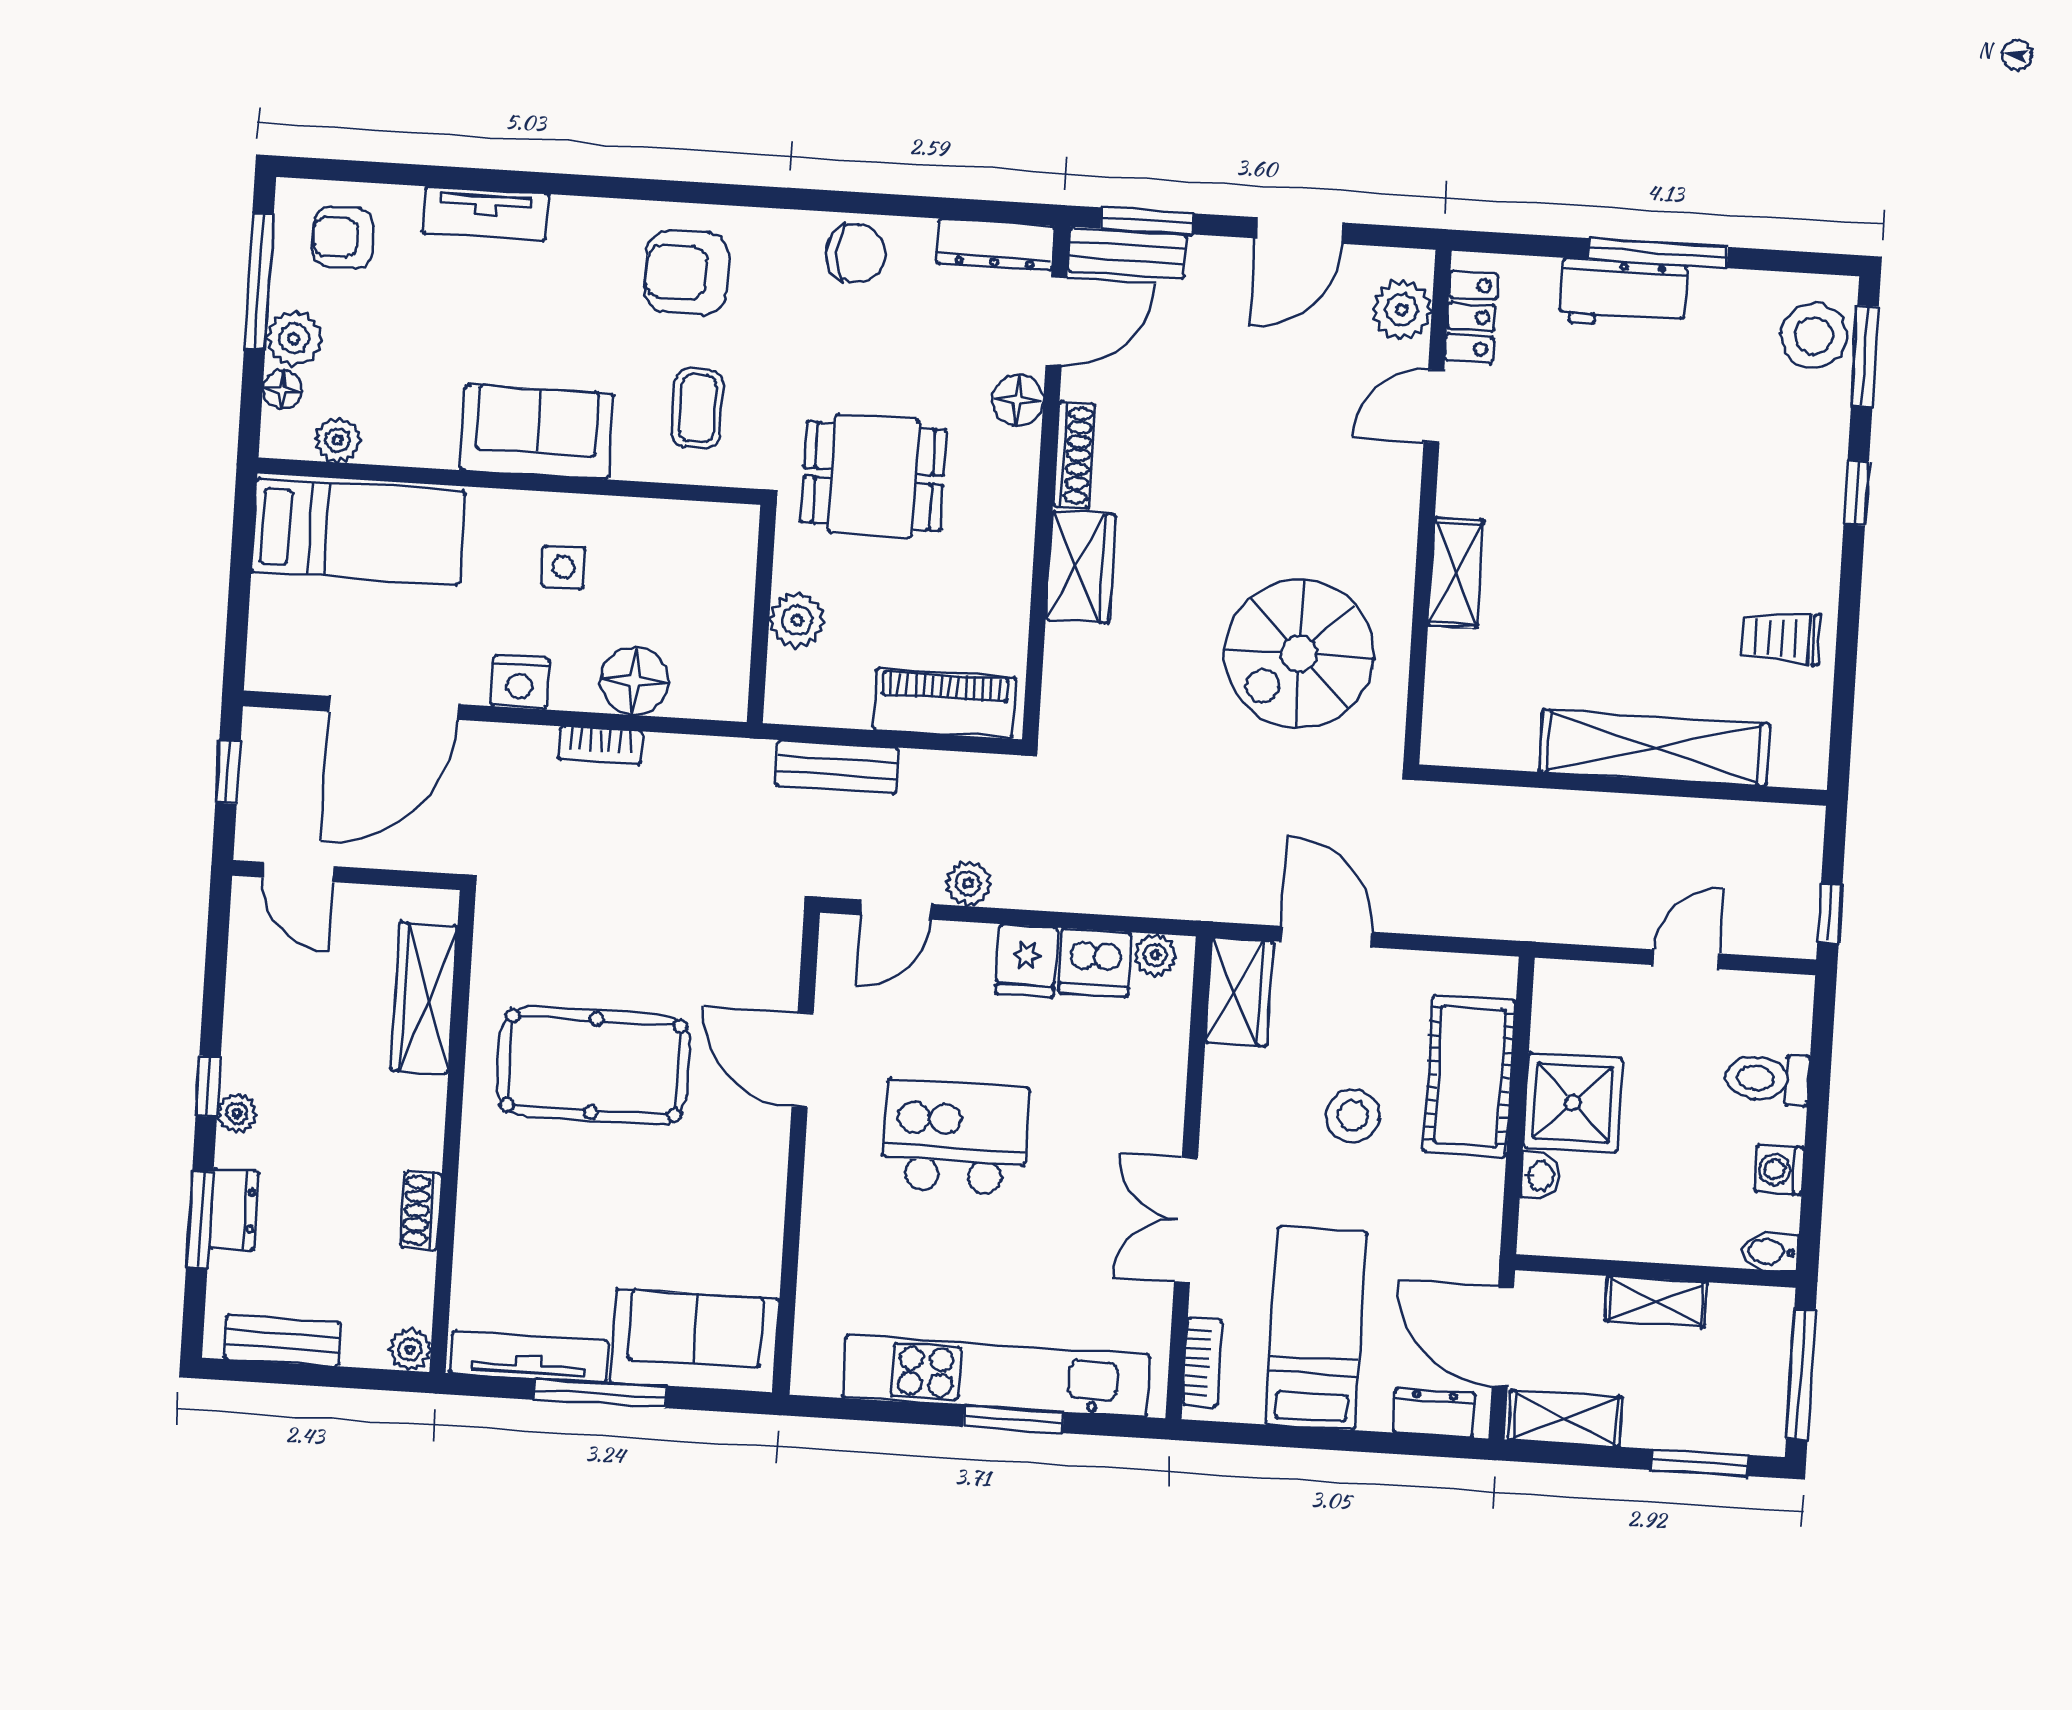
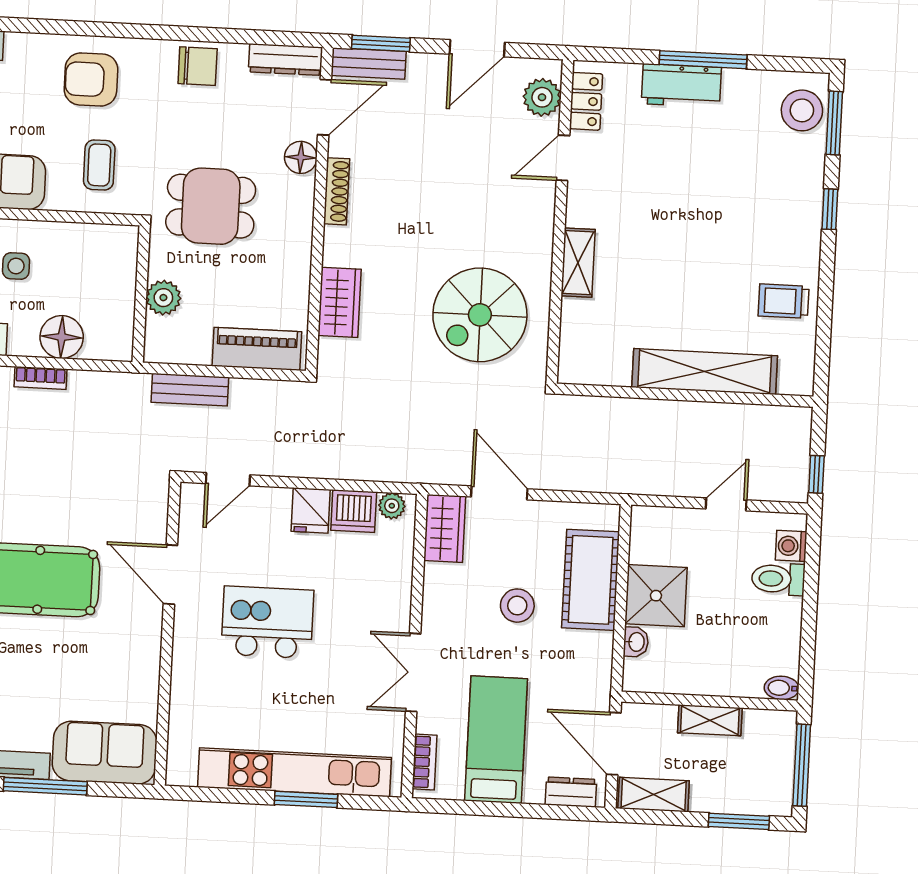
wardrobe: (1081, 567) -> (340, 302), moved
plant: (968, 883) -> (273, 462), removed
washing machine: (1779, 1170) -> (791, 546), moved

